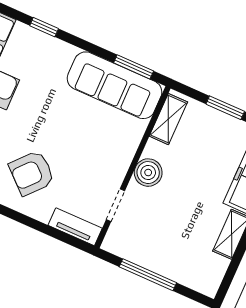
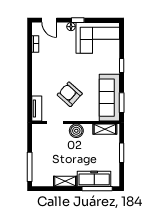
window: (44, 27) -> (122, 66), moved
armchair: (32, 173) -> (70, 94), moved
window: (148, 275) -> (30, 167), moved

